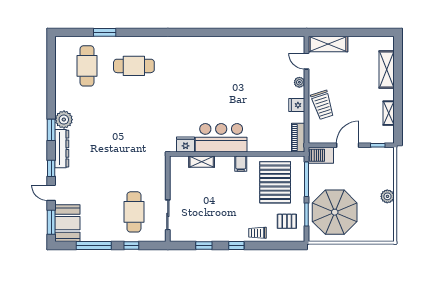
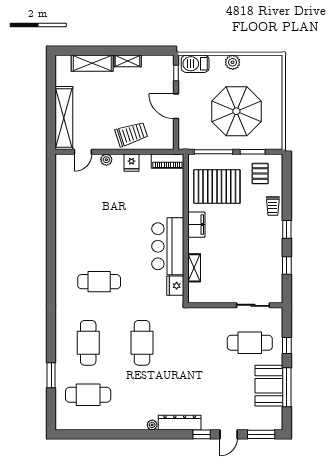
shelving: (328, 44) -> (64, 118), width x1.47
cafe table: (189, 76) -> (99, 282), added
shelving: (389, 113) -> (128, 61), moved
cafe table: (134, 115) -> (142, 343), added
plant: (64, 120) -> (152, 425), width x0.53, depth x0.53
window: (51, 130) -> (159, 434), removed
barbecue: (321, 155) -> (195, 64), moved, turned 90
filing cabinet: (241, 164) -> (196, 225), width x2.00
parasol: (335, 212) -> (236, 111), moved
booth: (67, 223) -> (269, 386), moved, turned 90

